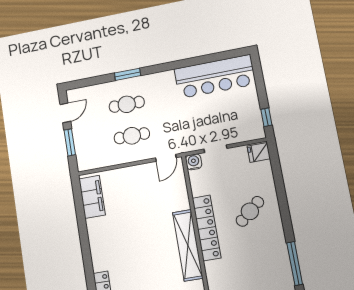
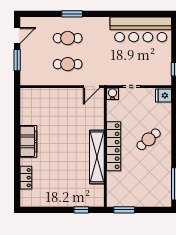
filing cabinet: (92, 197) -> (28, 141), moved

